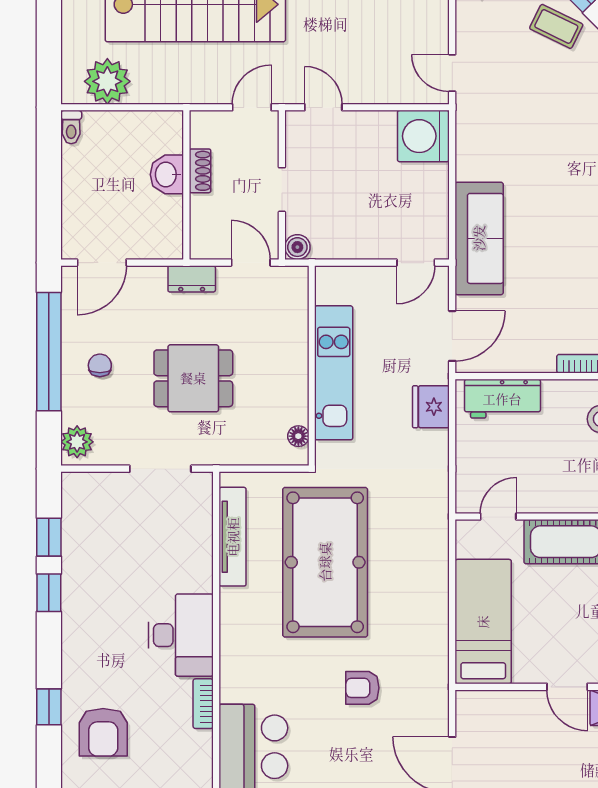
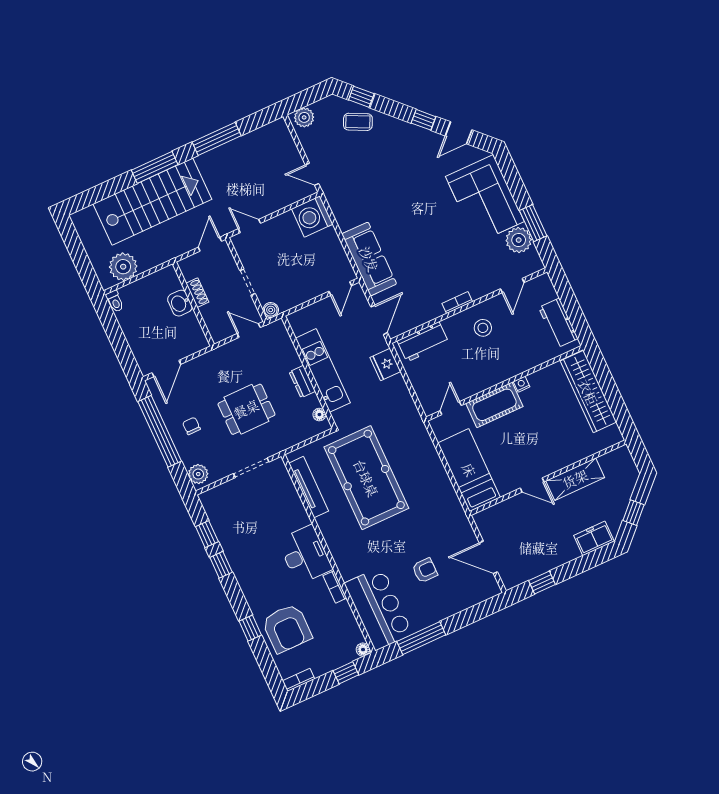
dresser: (192, 279) -> (302, 382), moved, turned 90
armchair: (362, 688) -> (425, 570), moved, turned 180
armchair: (103, 732) -> (287, 628), width x1.36, depth x1.36

